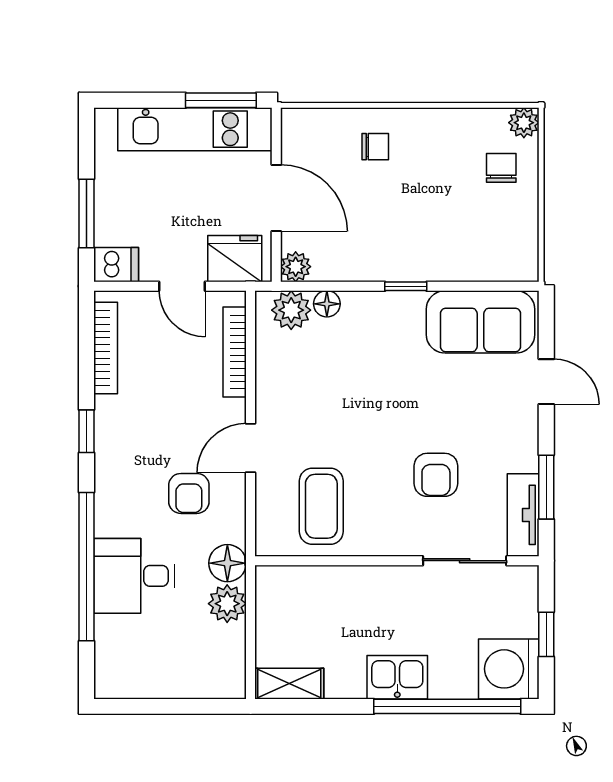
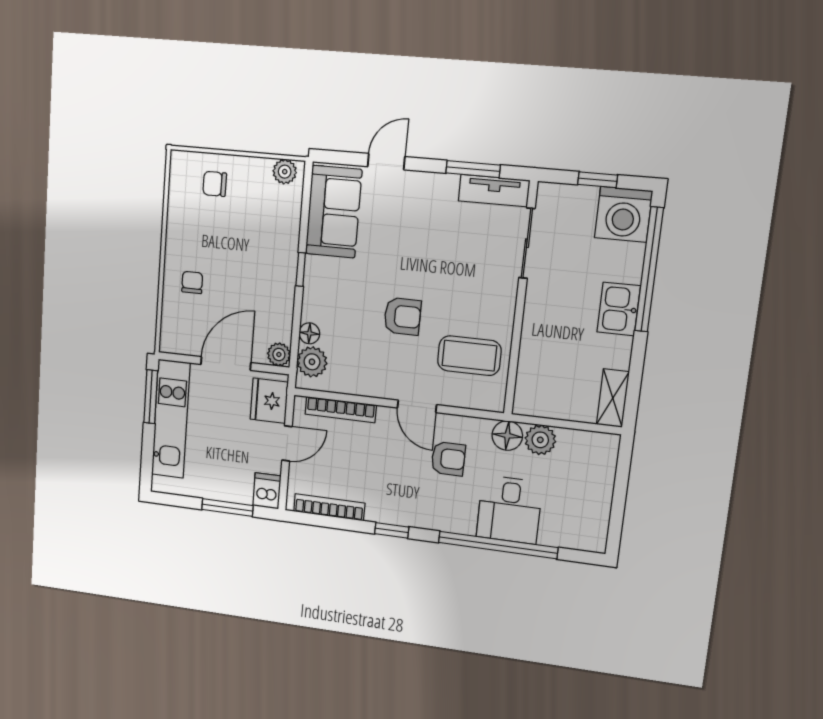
plant: (524, 123) -> (285, 172), moved
armchair: (436, 475) -> (402, 316), moved

